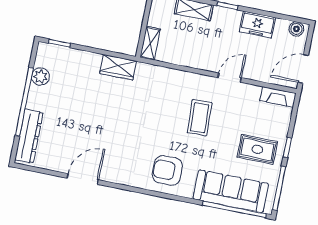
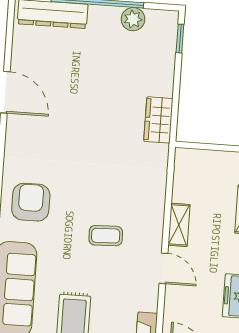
shelving: (150, 43) -> (179, 225), moved, turned 90
coffee table: (200, 118) -> (106, 236), width x0.73, depth x0.77

